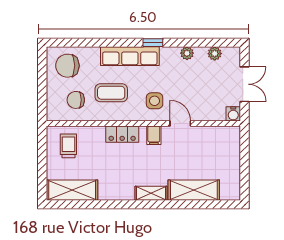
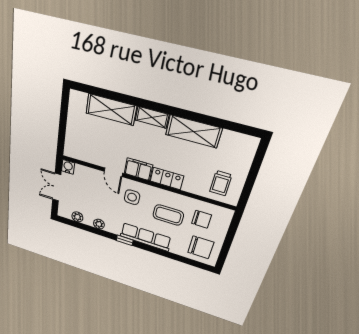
filing cabinet: (154, 135) -> (138, 169), width x2.00
shelving: (72, 190) -> (193, 131), moved

